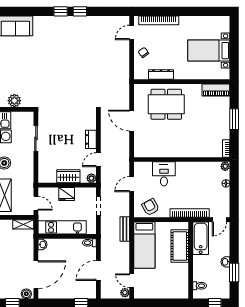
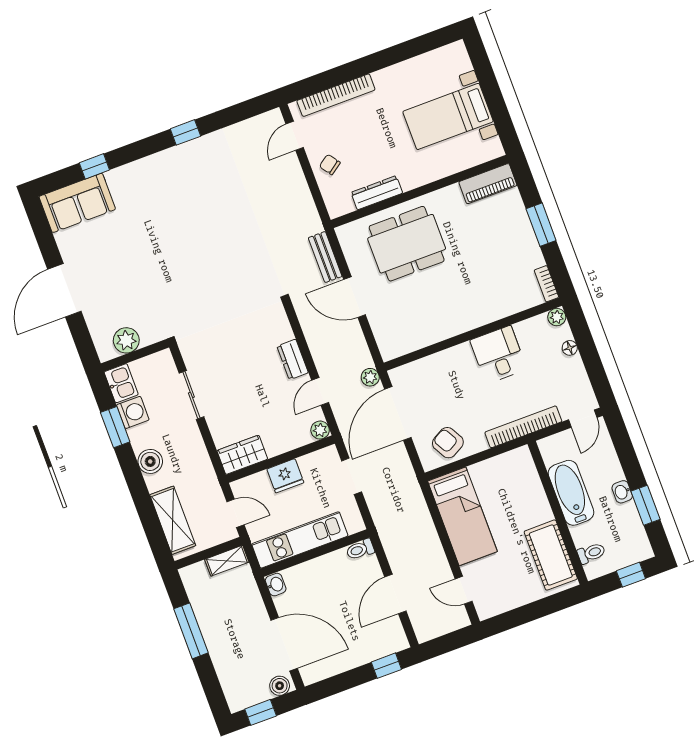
window: (61, 11) -> (94, 166), moved
desk: (164, 174) -> (498, 355), moved
wardrobe: (68, 176) -> (242, 455), moved
door: (132, 184) -> (398, 413), width x1.87
bench: (125, 229) -> (325, 257), moved
bathtub: (201, 238) -> (571, 493), moved
cot: (180, 246) -> (551, 555), moved
door: (36, 275) -> (284, 644), hinge flipped
plant: (125, 293) -> (370, 377), moved

